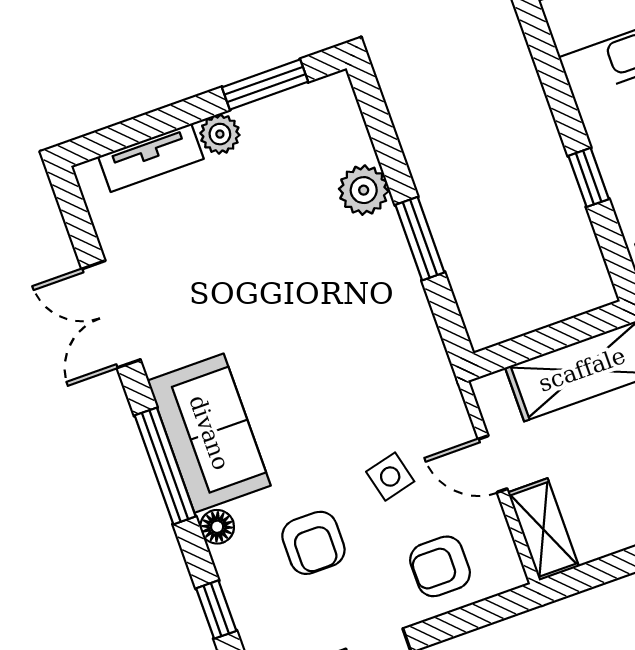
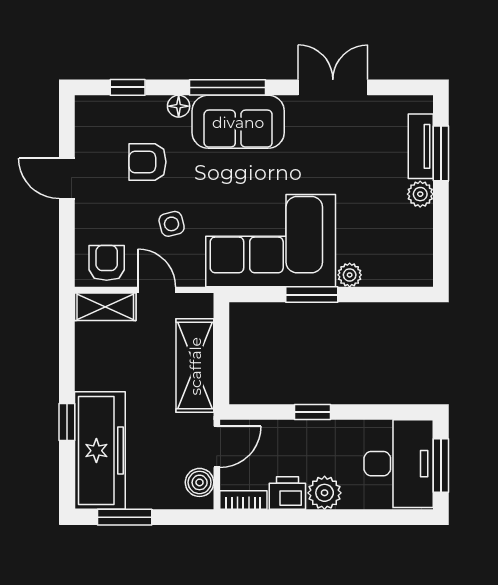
window: (265, 84) -> (441, 153), moved
plant: (364, 190) -> (350, 275), width x0.73, depth x0.73
corner sofa: (363, 325) -> (271, 241), added
door: (493, 464) -> (157, 290), hinge flipped
armchair: (440, 566) -> (107, 263), moved

